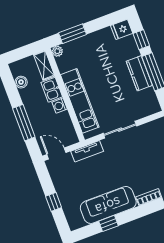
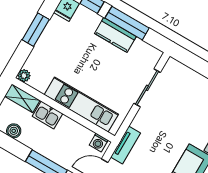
window: (72, 34) -> (36, 30), moved
washing machine: (60, 106) -> (99, 143), moved
sliding door: (120, 130) -> (147, 88), moved

